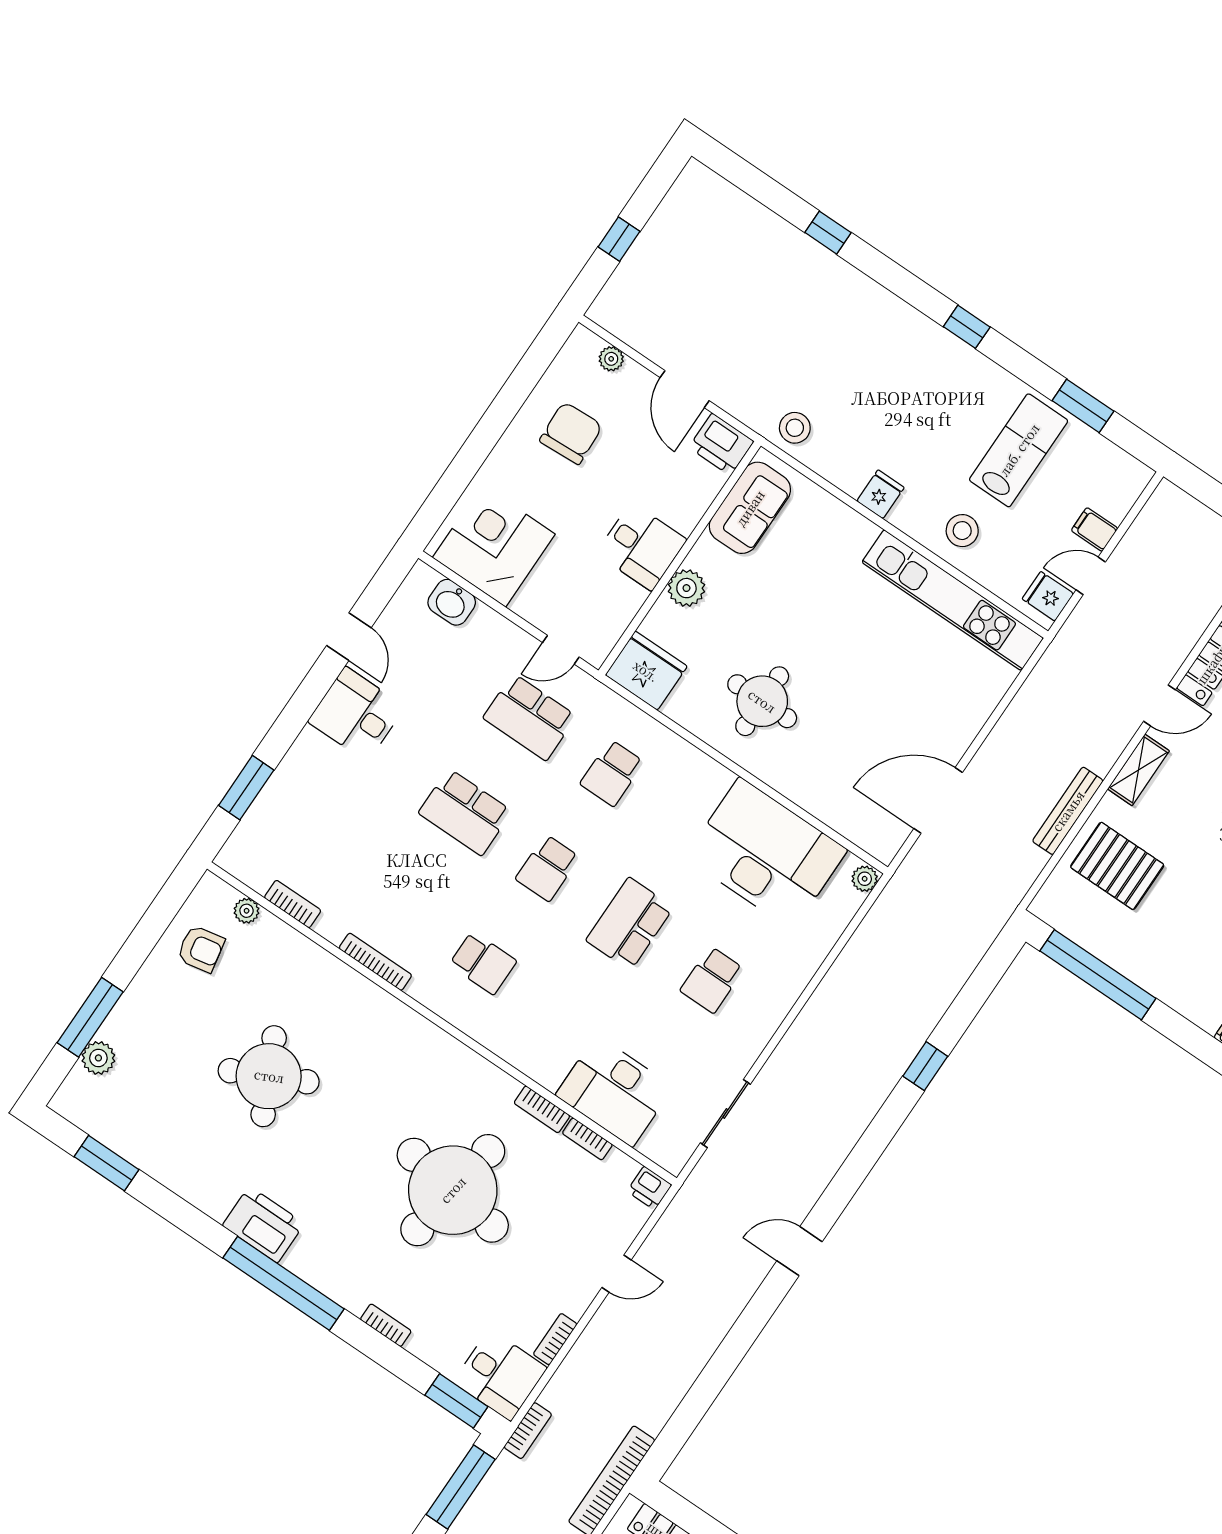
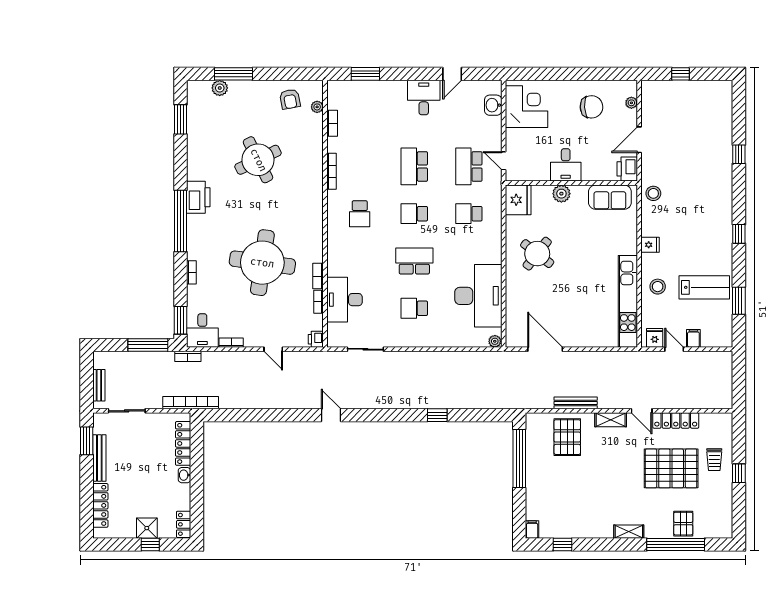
round table: (762, 701) -> (537, 254), turned 38

